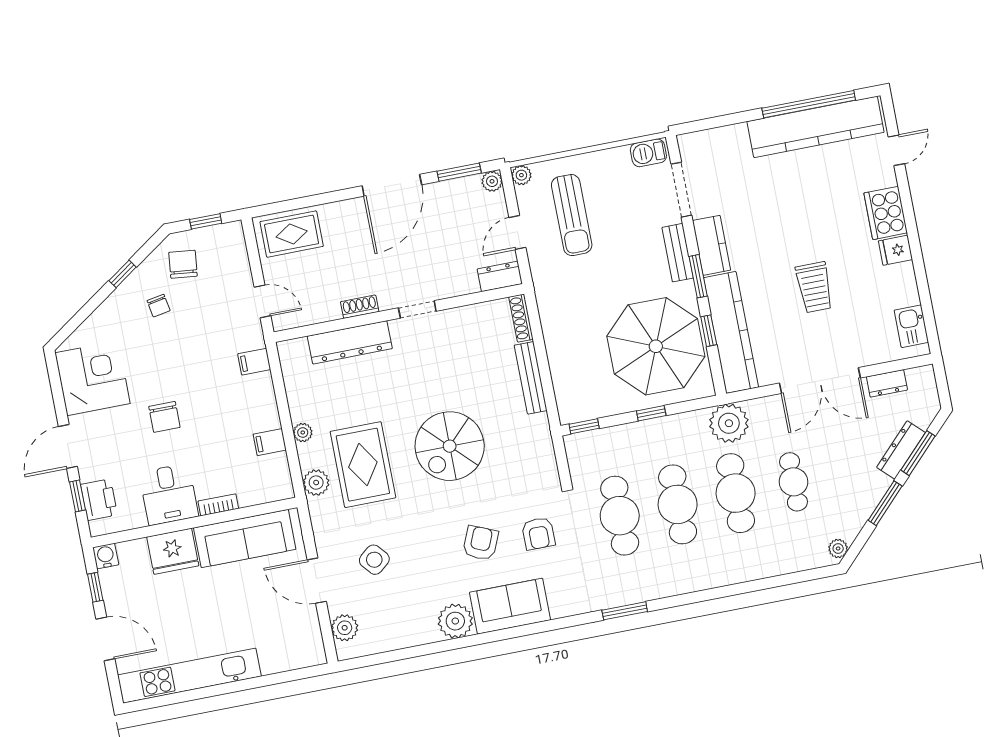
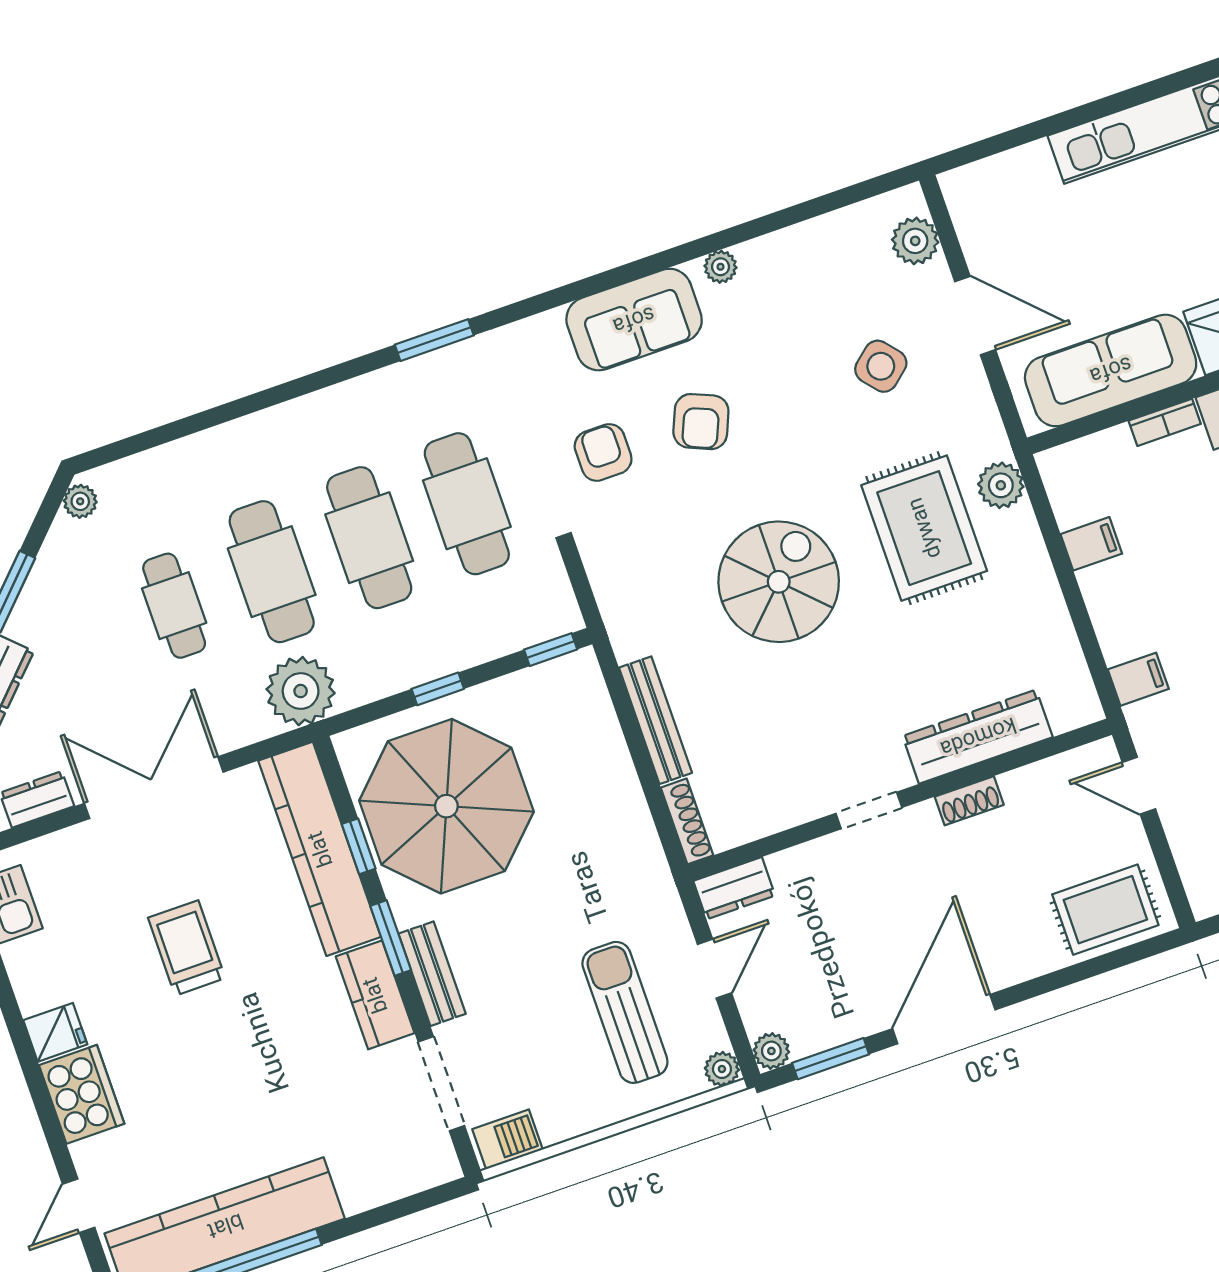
plant: (303, 432) -> (1037, 569), removed
plant: (455, 621) -> (720, 267), width x0.53, depth x0.53

